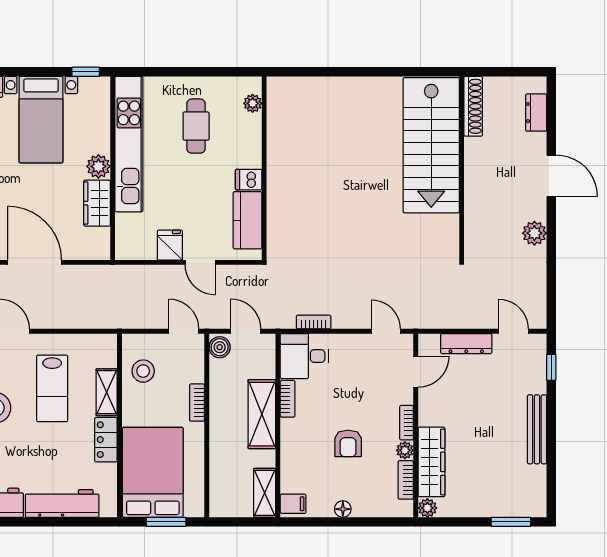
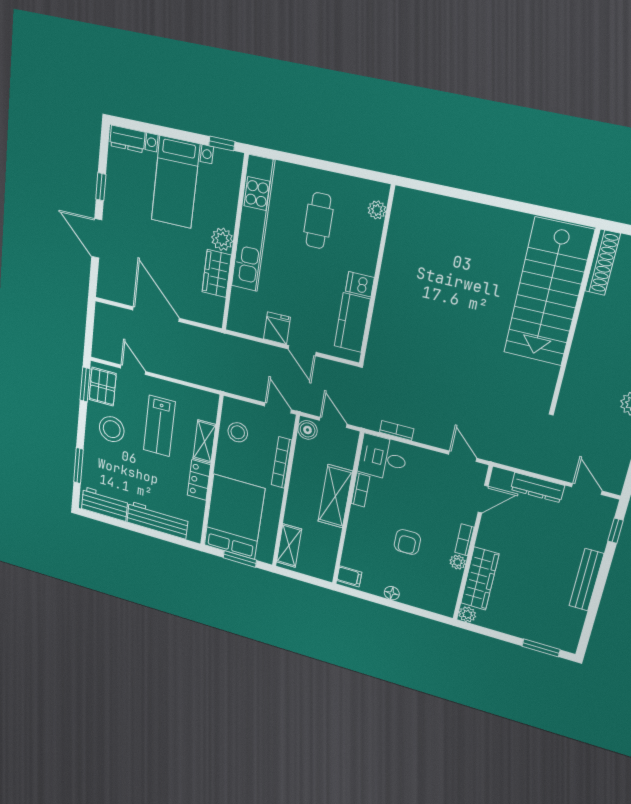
bookcase: (197, 403) -> (282, 463), width x1.56
bookcase: (406, 480) -> (453, 586), removed
shelving: (265, 493) -> (289, 546), moved

